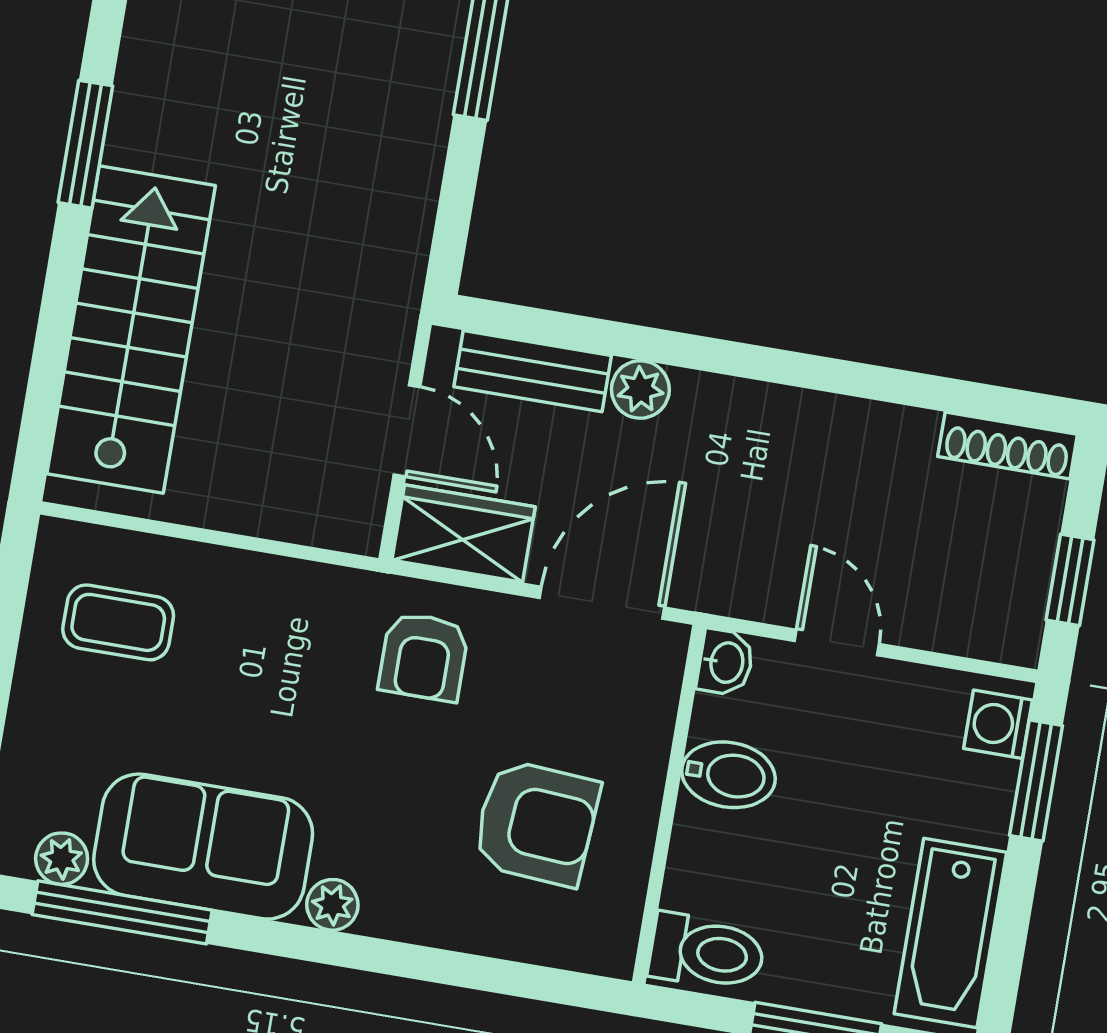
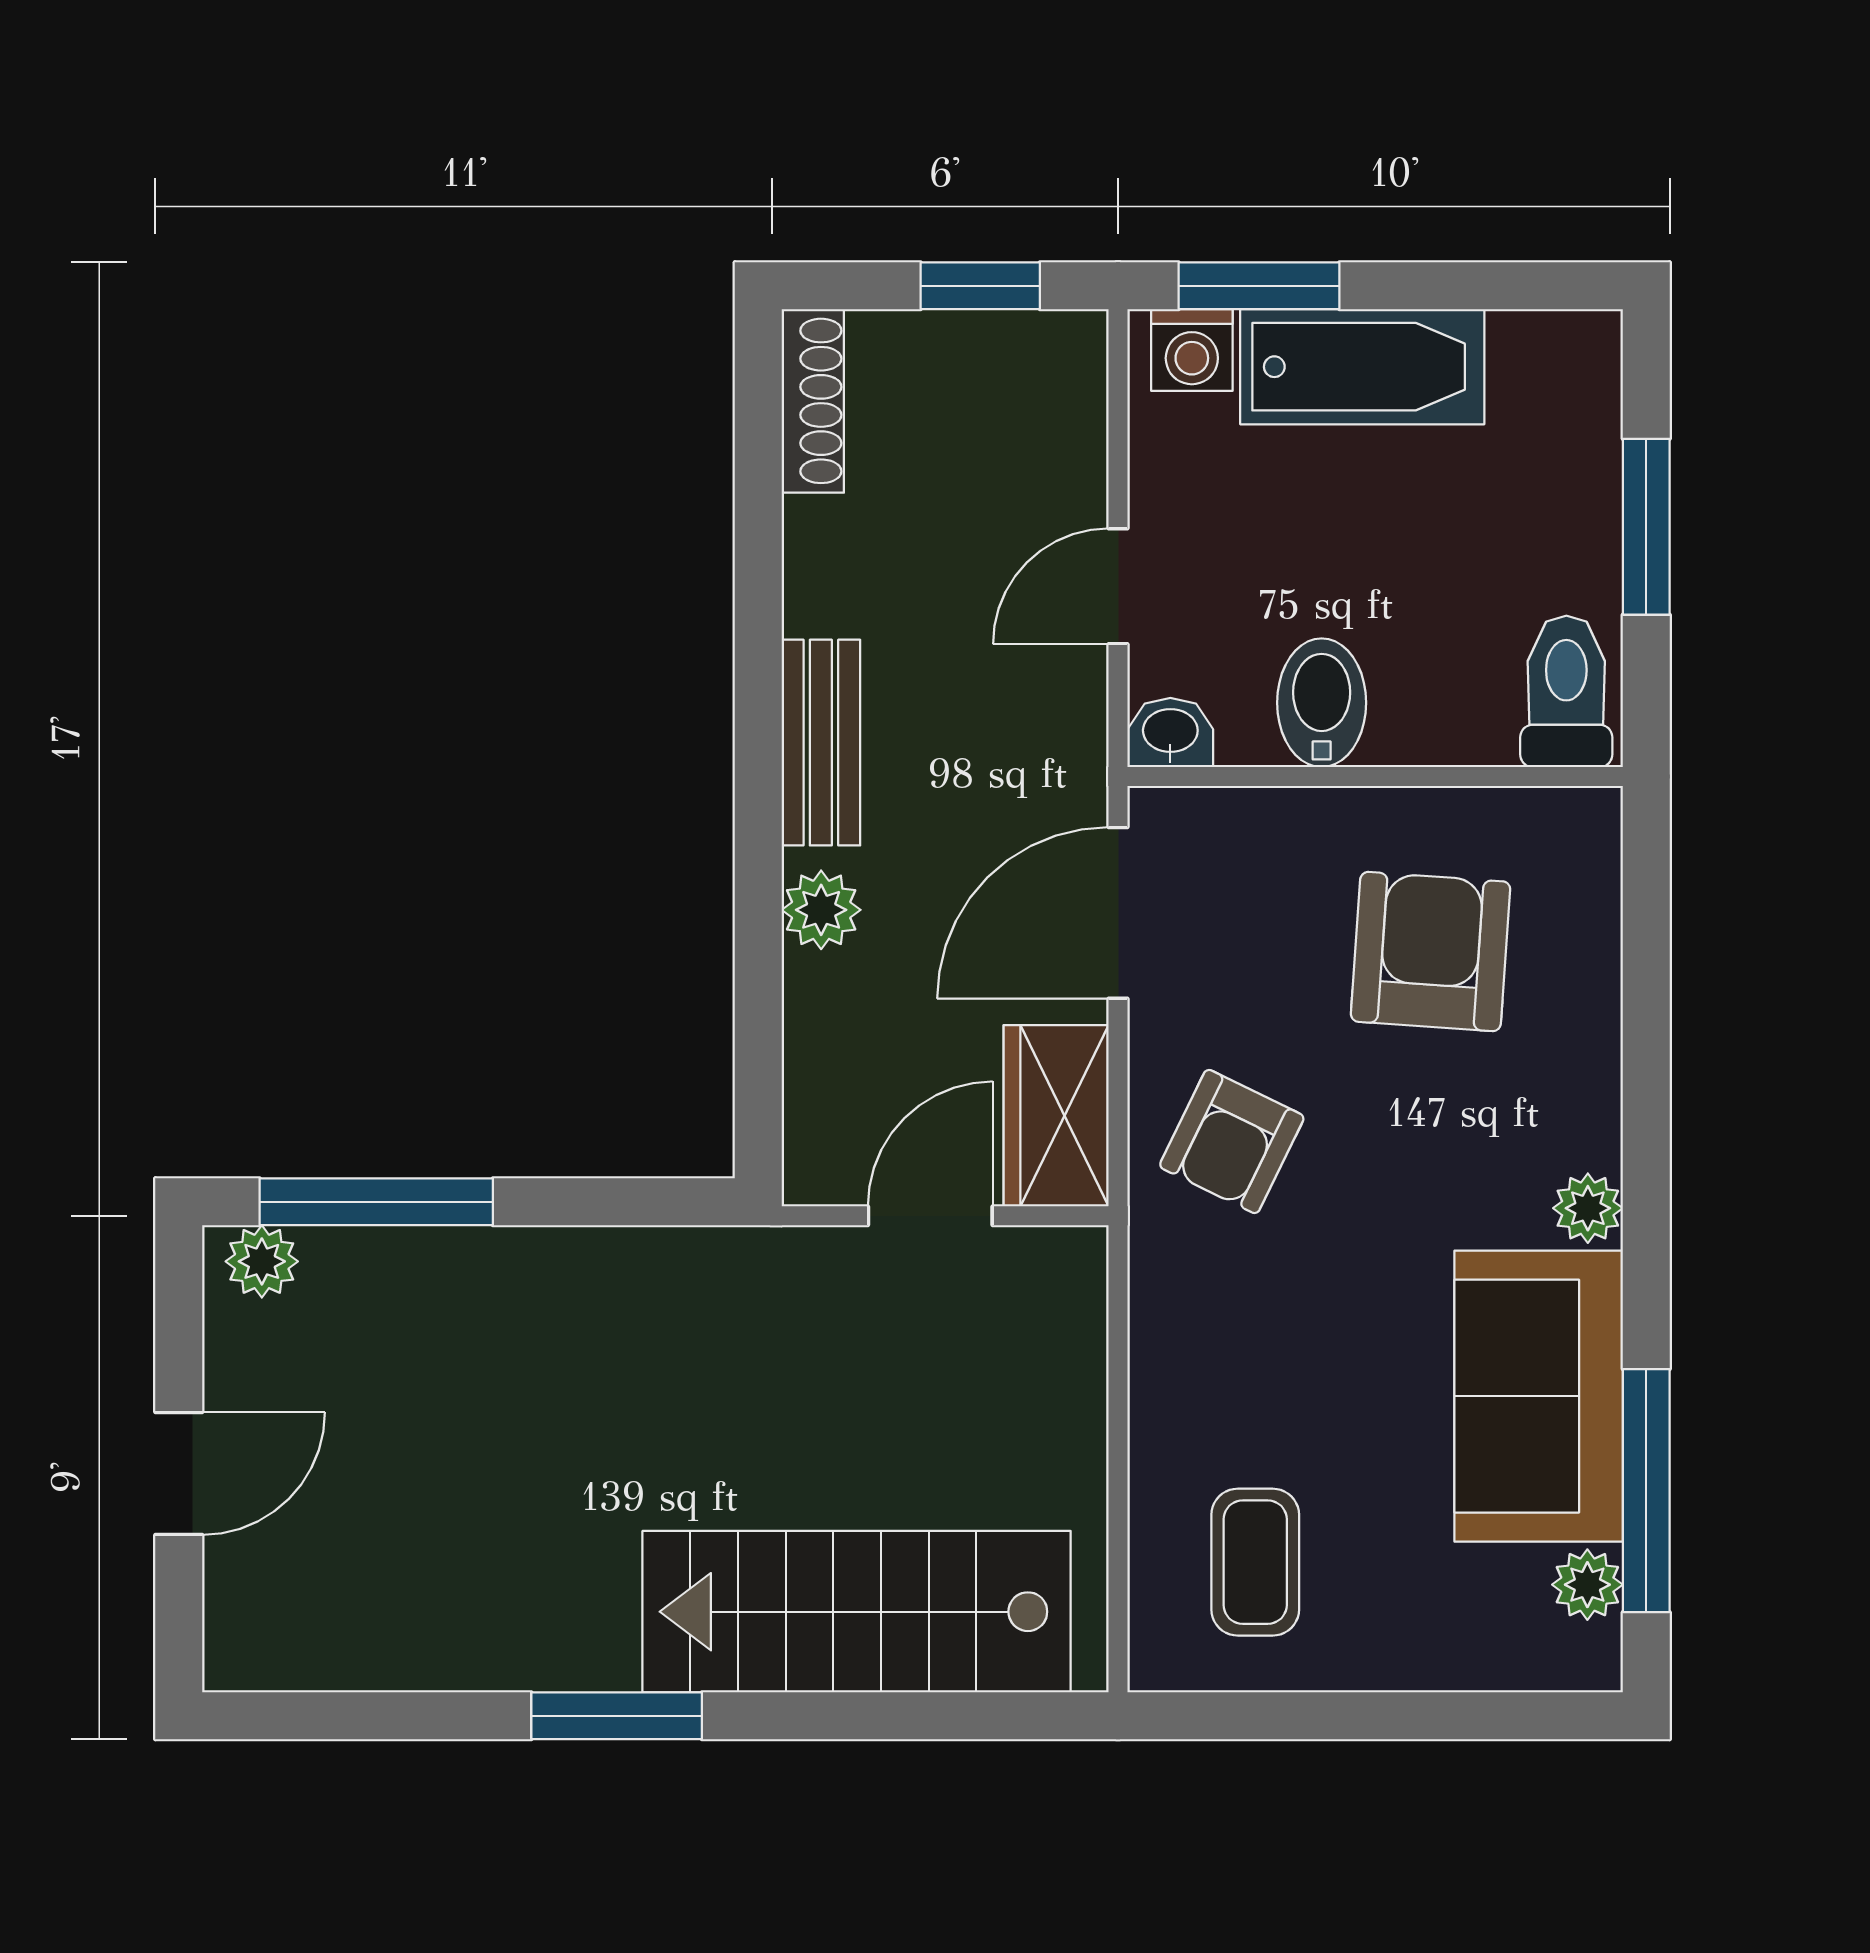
bench: (533, 371) -> (821, 743), moved
door: (602, 603) -> (1118, 913), hinge flipped
armchair: (424, 657) -> (1232, 1141), turned 116
bathtub: (950, 933) -> (1362, 367), moved

